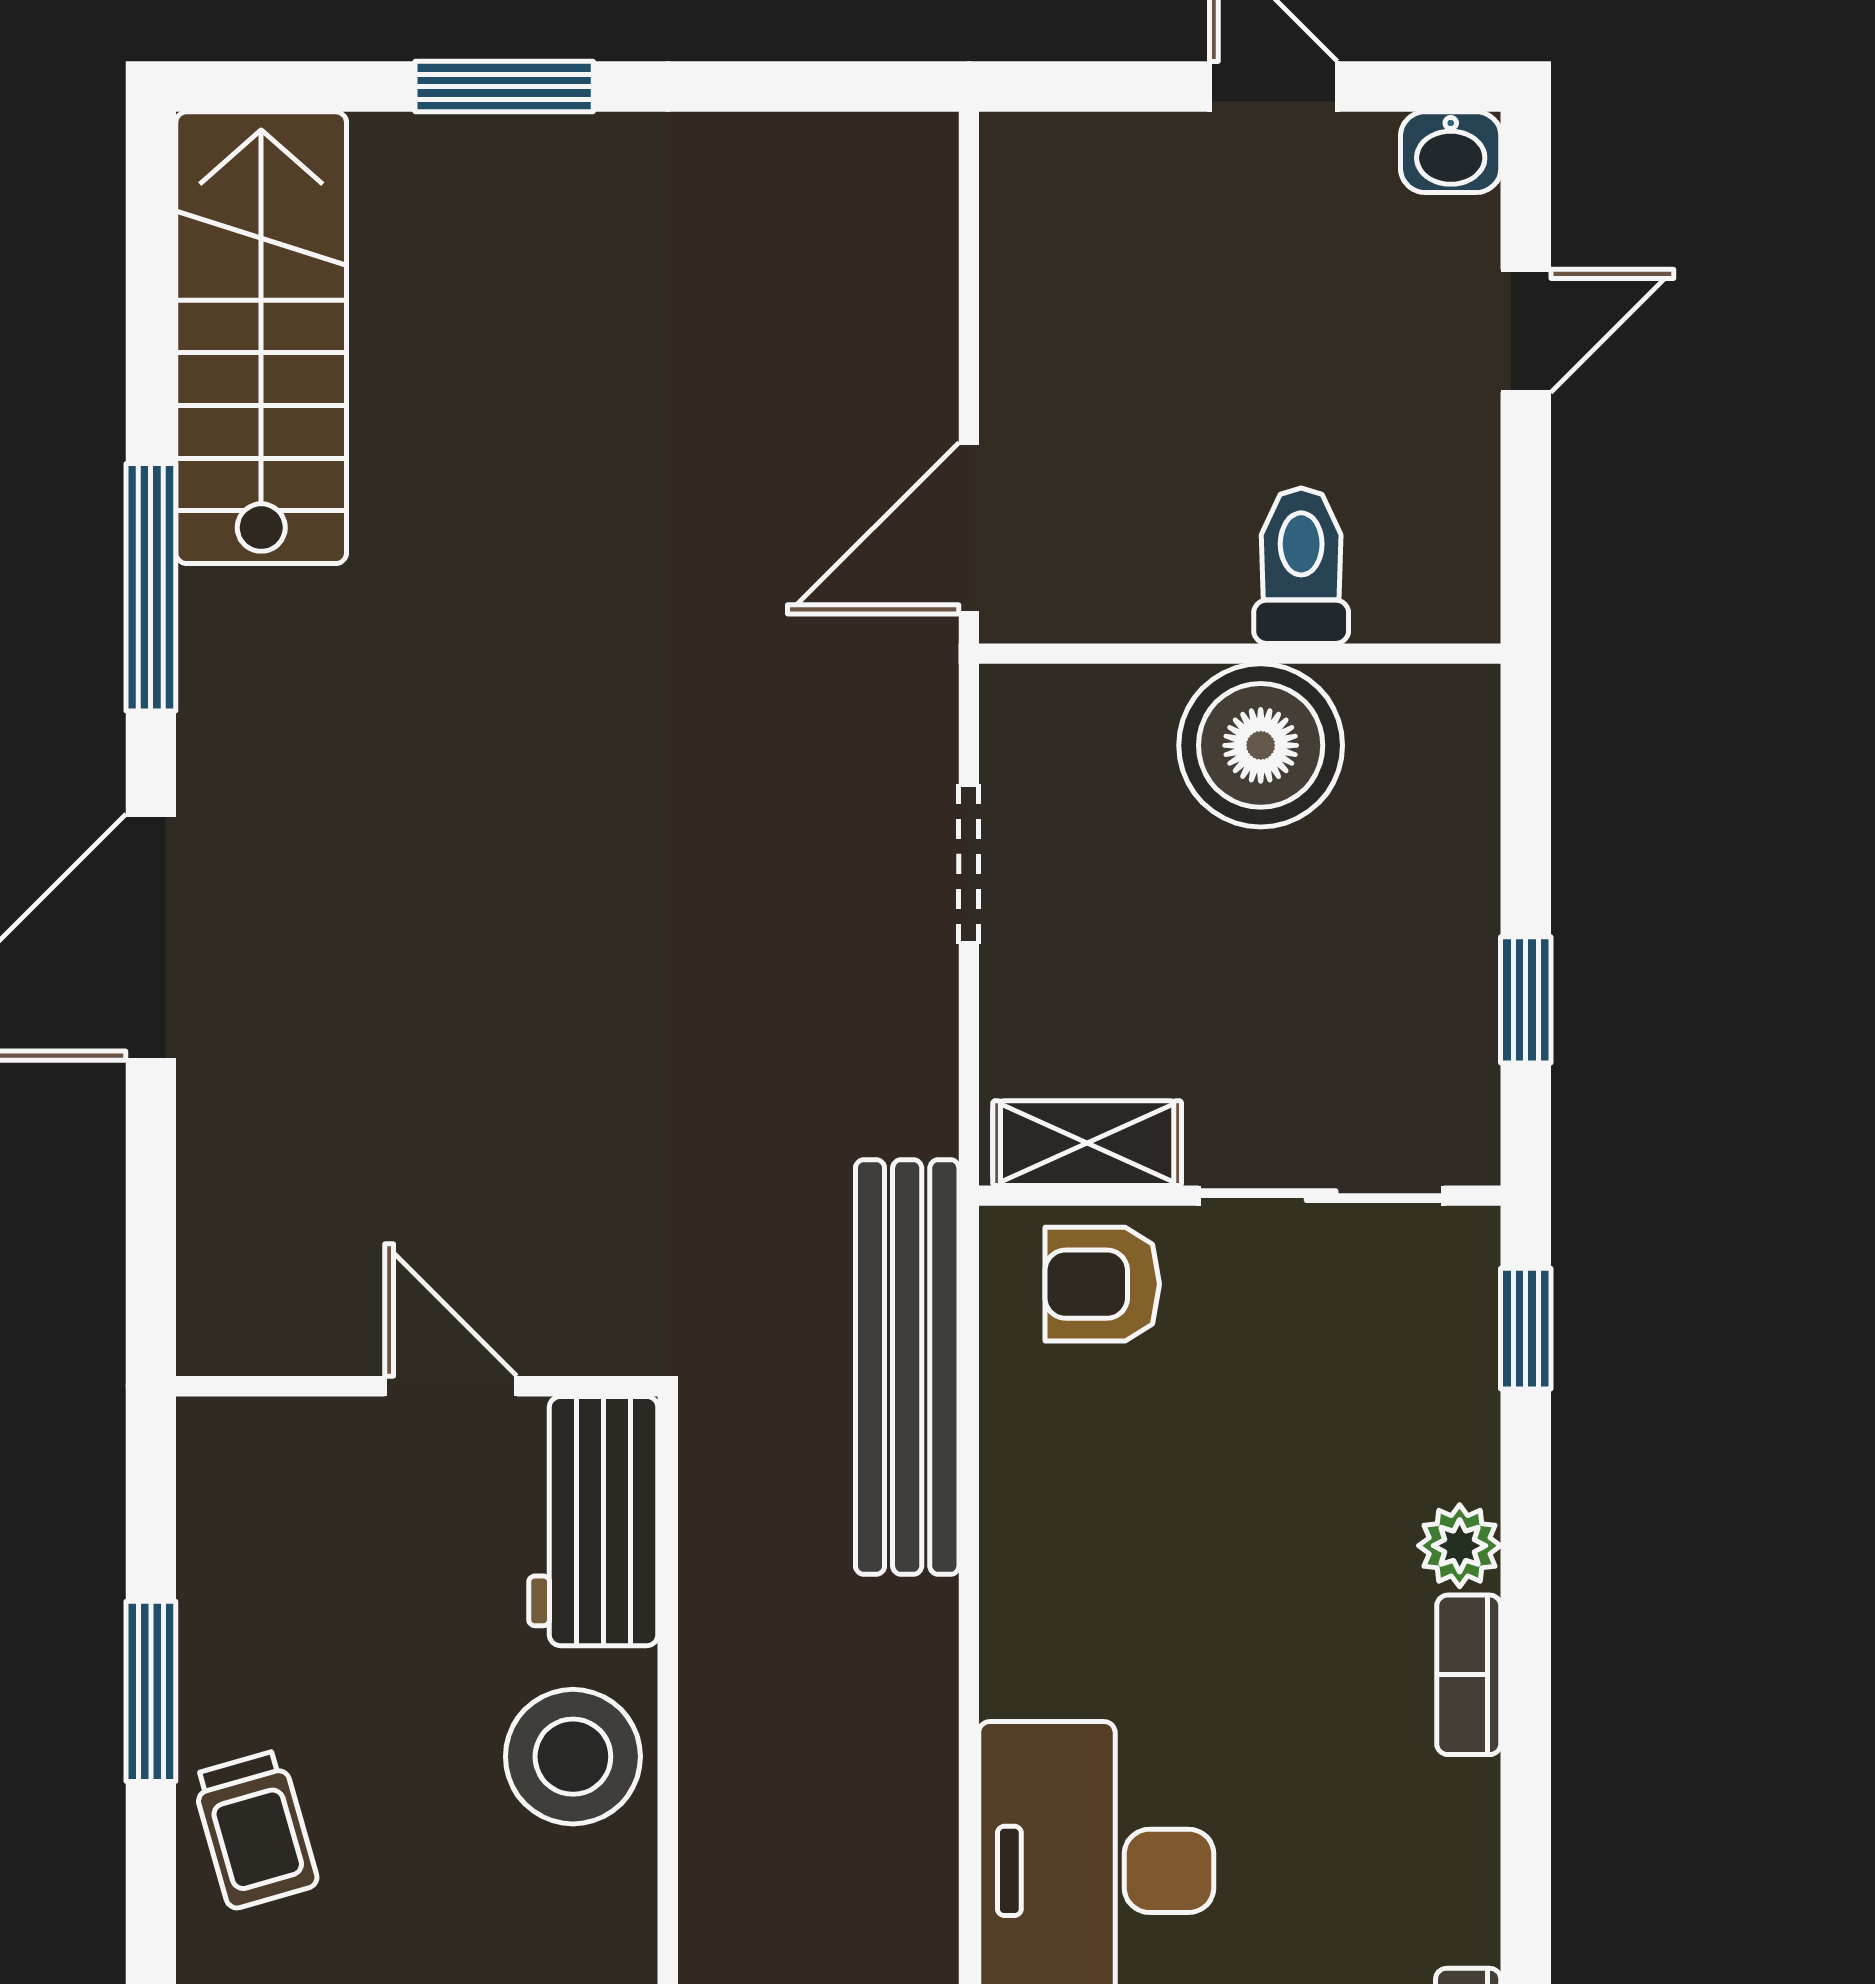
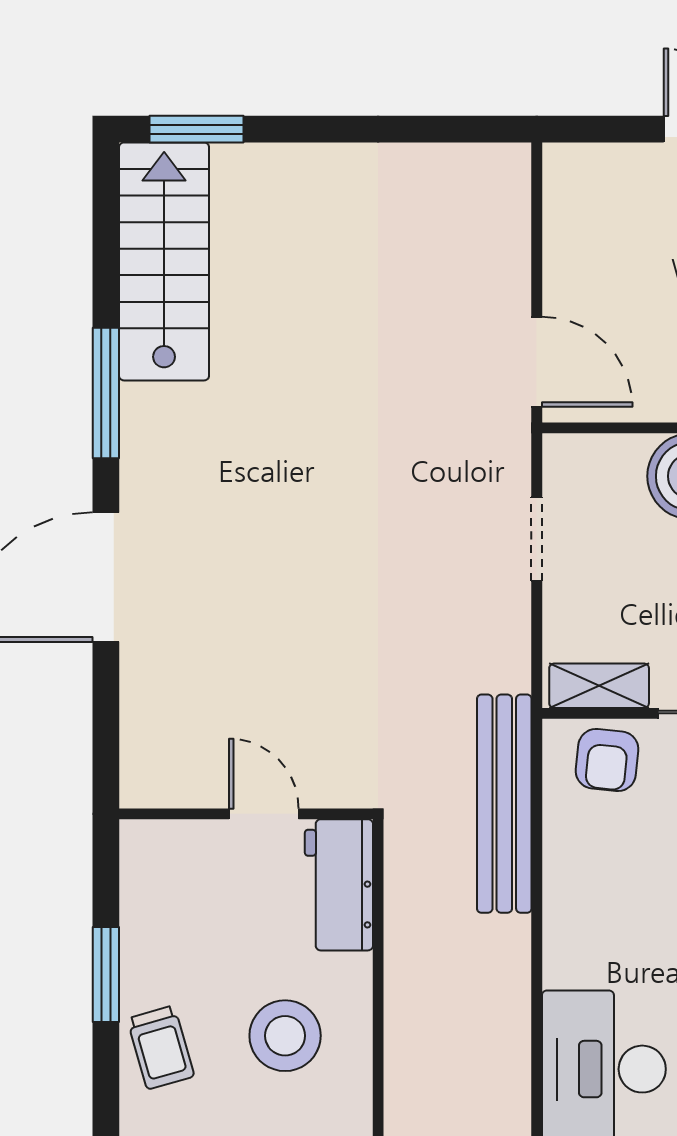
window: (504, 87) -> (196, 129), moved
door: (969, 528) -> (537, 362), swing flipped
armchair: (1102, 1284) -> (607, 760), turned -84
stool: (573, 1757) -> (285, 1036), moved

